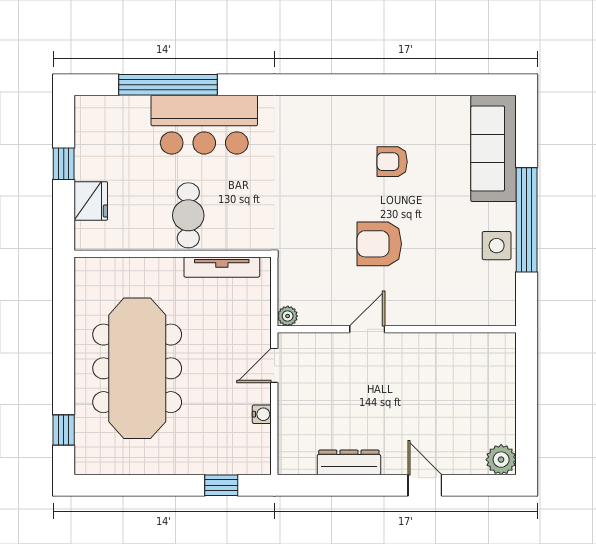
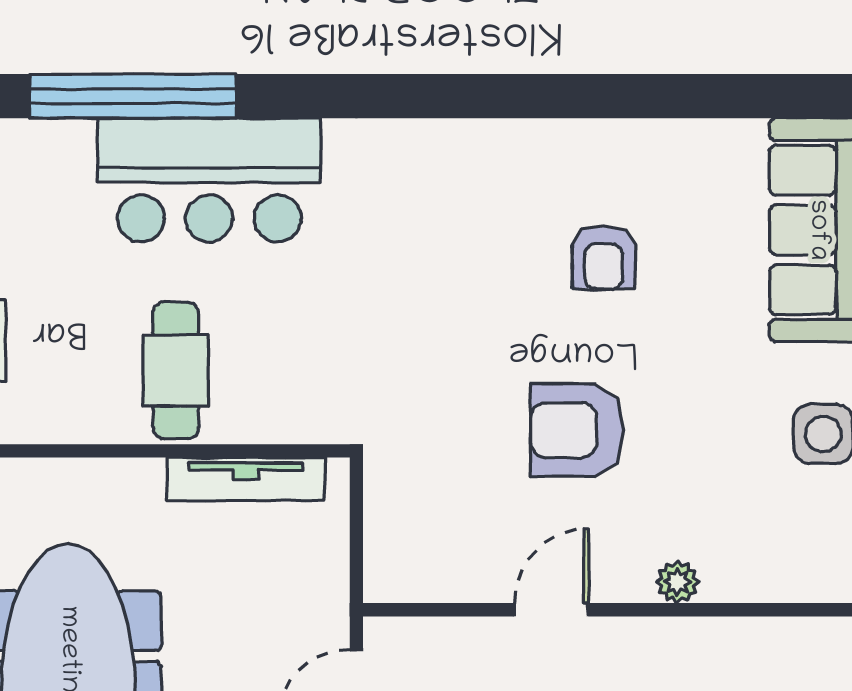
armchair: (392, 162) -> (604, 258), turned -90
plant: (288, 316) -> (677, 582), moved

